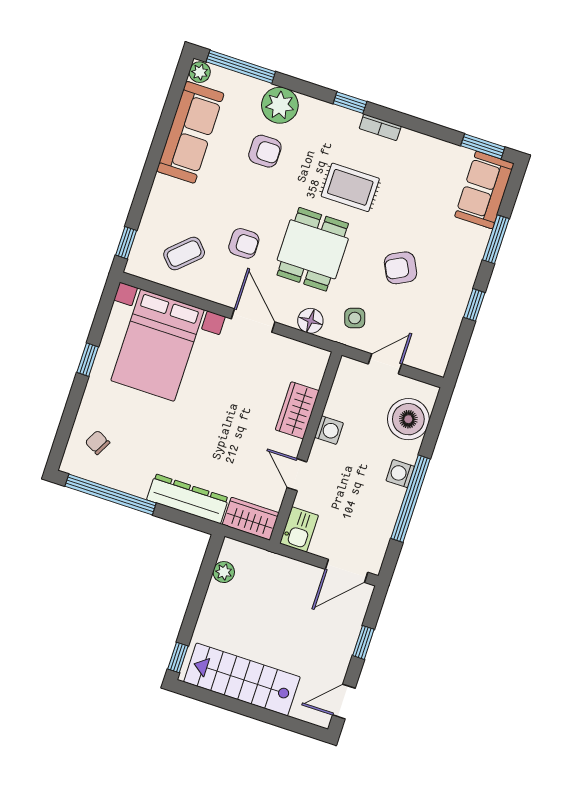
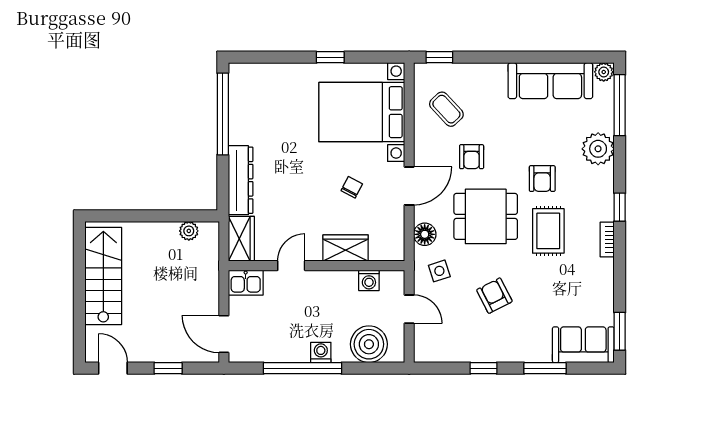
armchair: (265, 151) -> (542, 179), moved
washing machine: (329, 430) -> (369, 280), moved
chair: (97, 442) -> (352, 187), moved
window: (178, 658) -> (104, 216), removed

